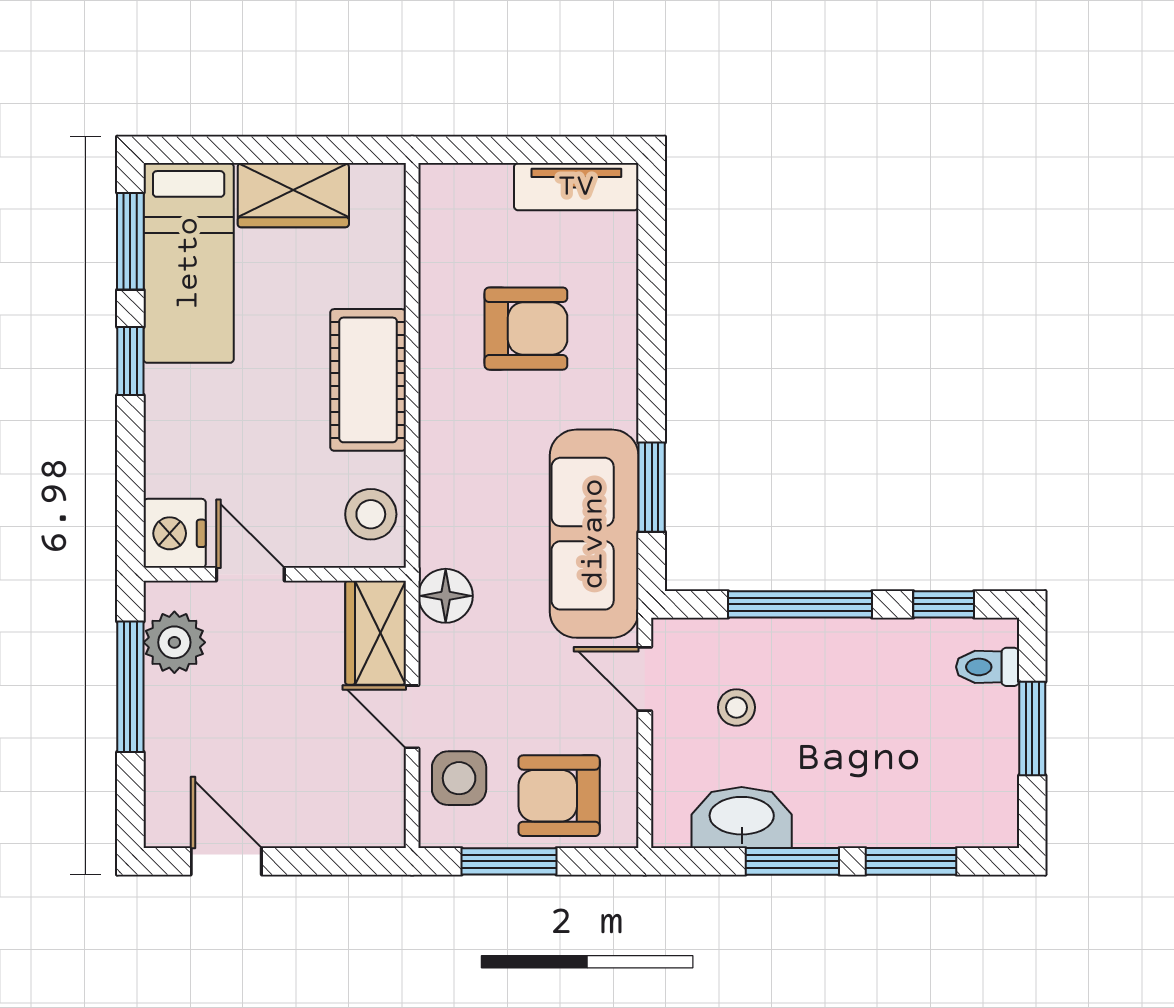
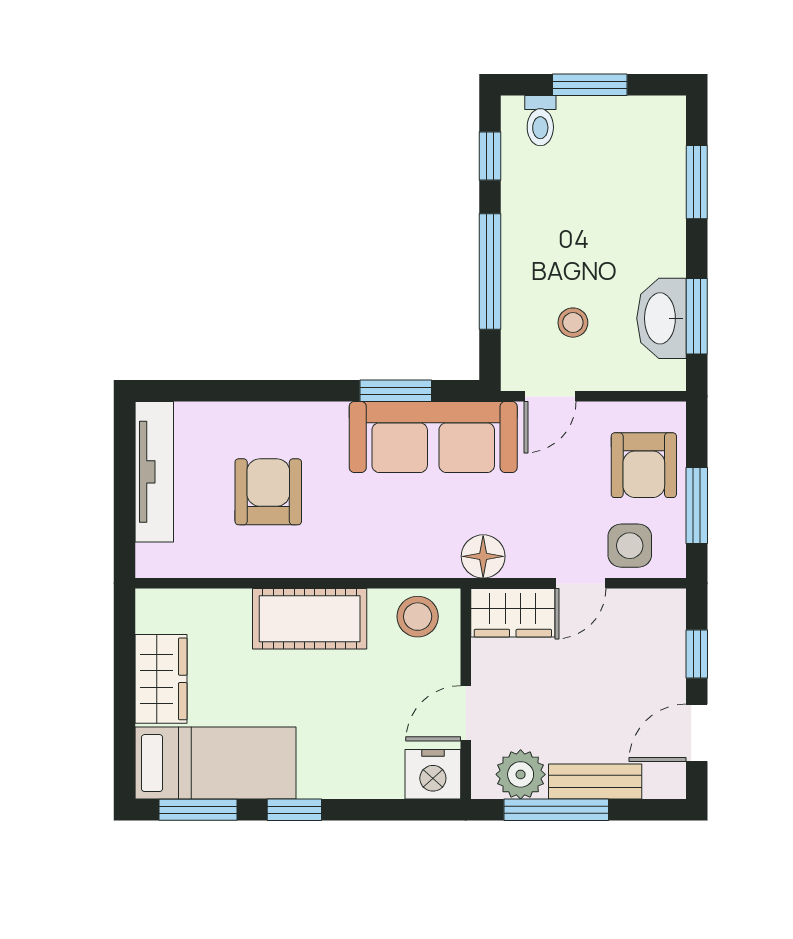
tv unit: (576, 187) -> (154, 472), width x1.41
bench: (166, 735) -> (595, 782), added
window: (324, 861) -> (697, 654), added
window: (792, 861) -> (697, 316), moved

